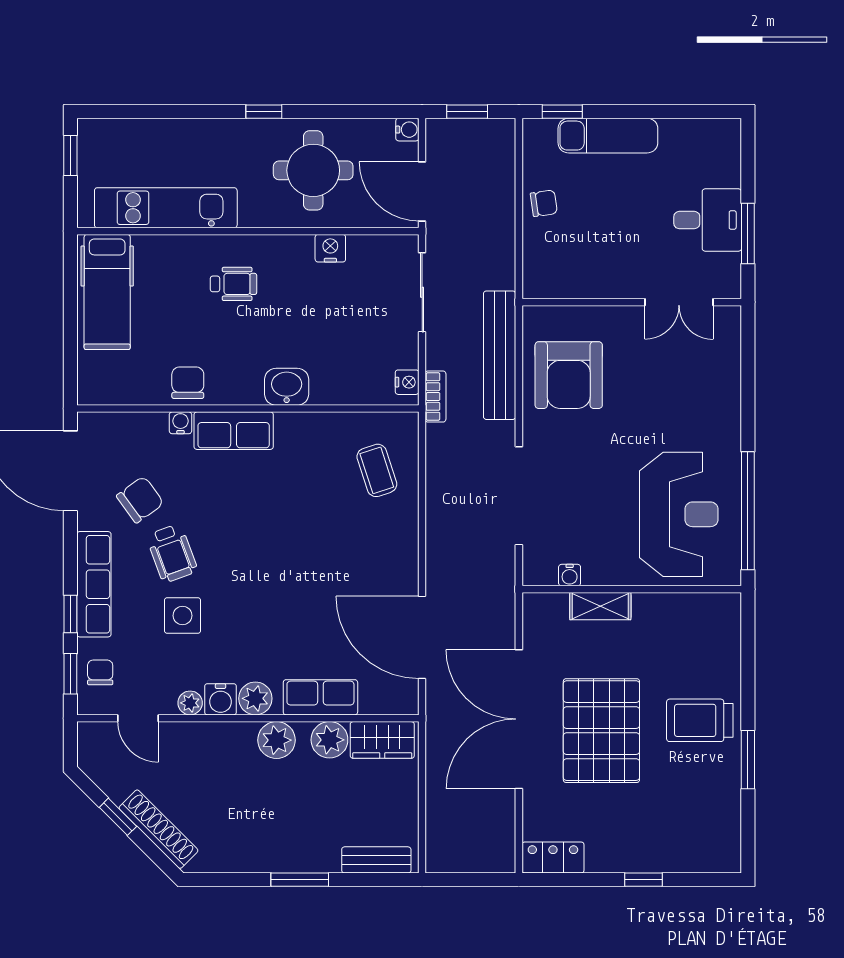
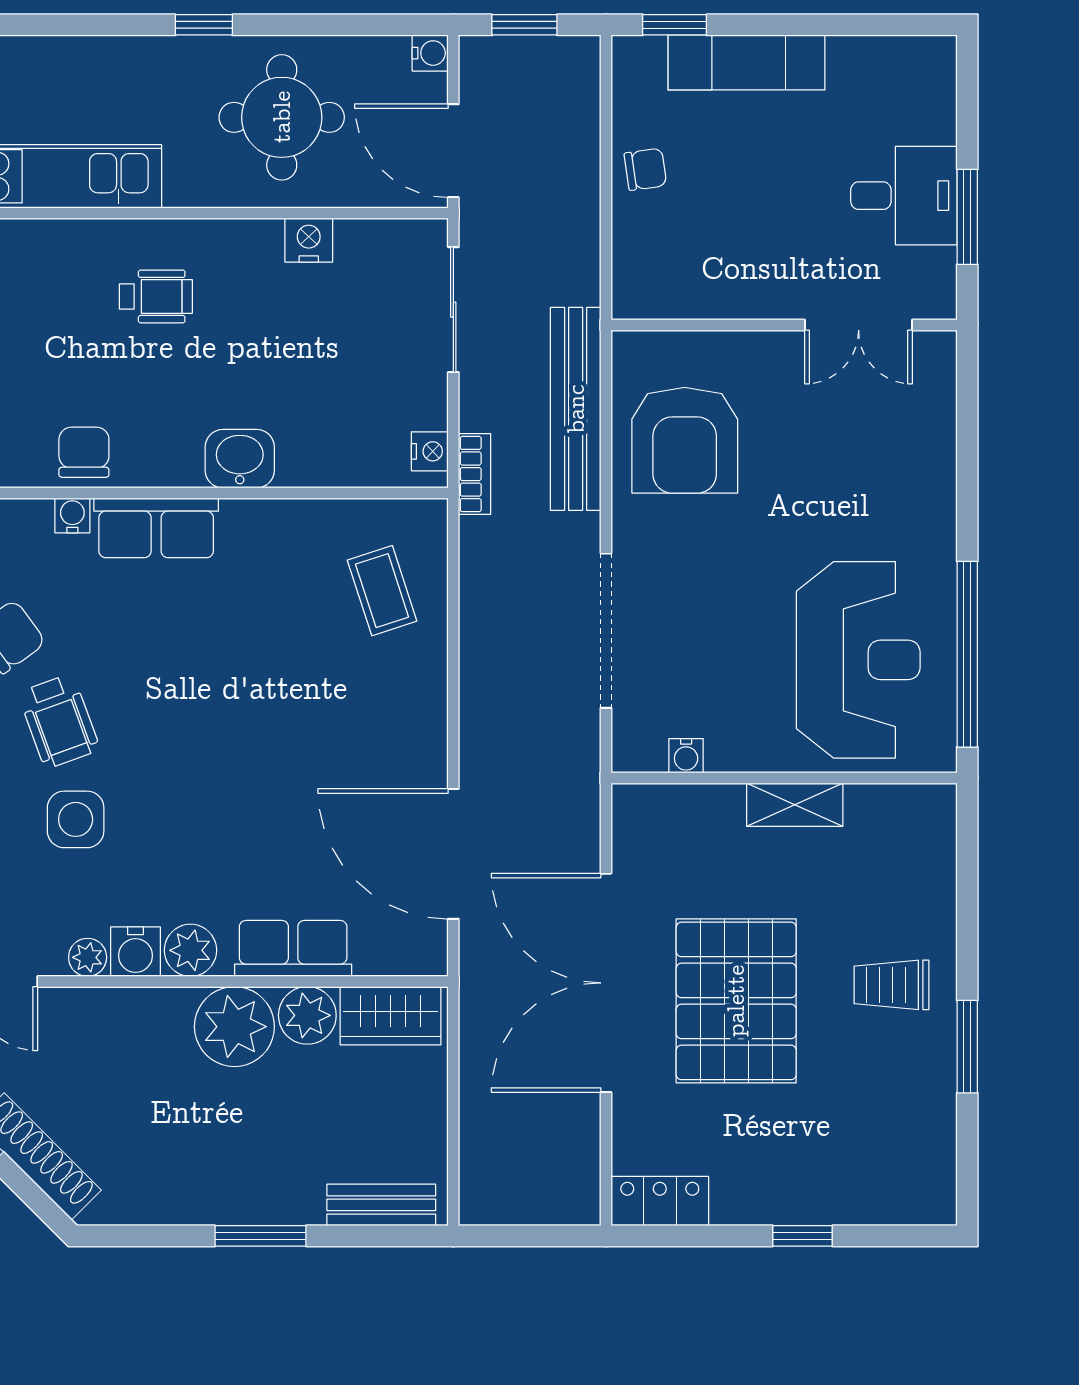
shelving: (600, 606) -> (795, 805), moved
trolley: (700, 720) -> (891, 985), width x0.73, depth x0.72
plant: (276, 740) -> (234, 1027), width x1.36, depth x1.36

